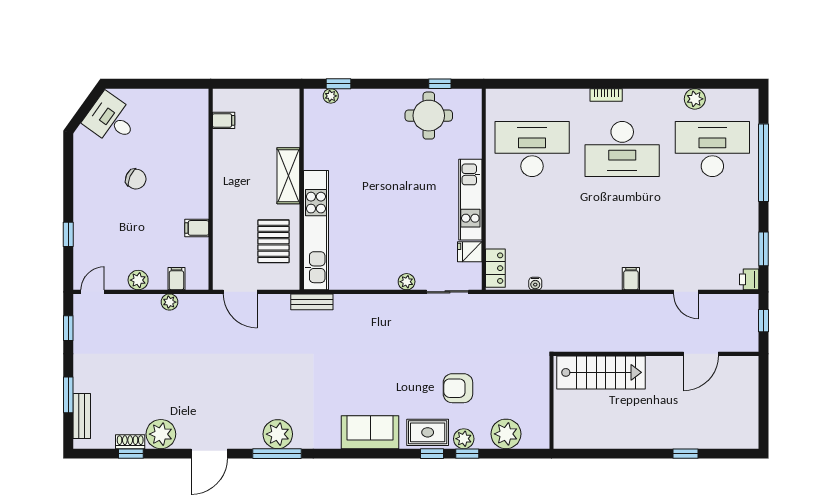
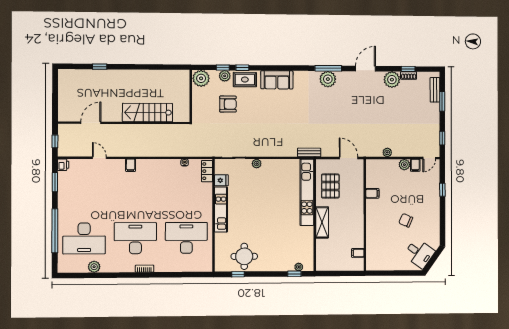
desk: (532, 149) -> (186, 238), turned 180
filing cabinet: (176, 279) -> (415, 165), moved
wall: (552, 402) -> (191, 96), moved

